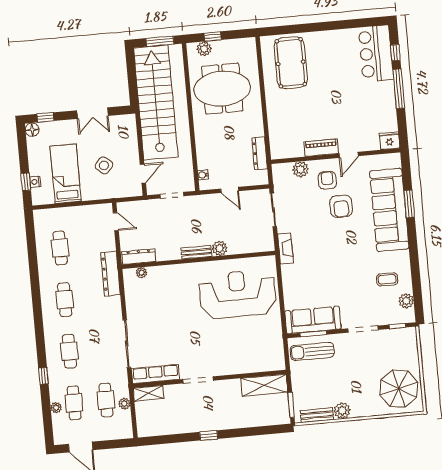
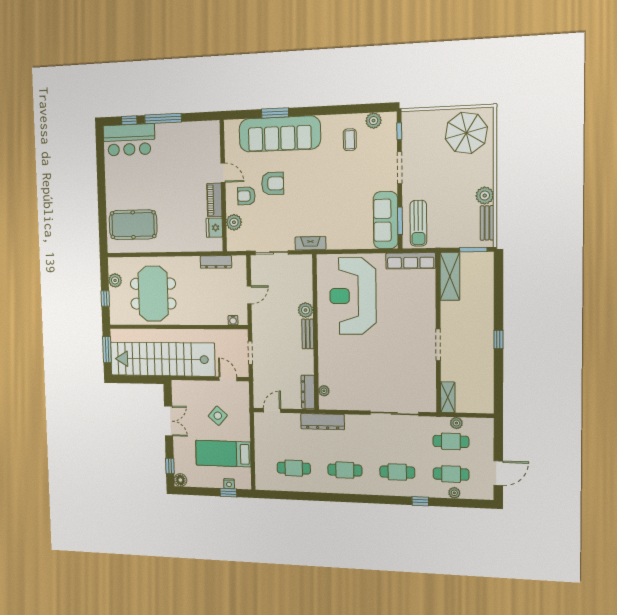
plant: (204, 49) -> (115, 280), moved
fridge: (390, 141) -> (214, 228), moved
row of seats: (155, 374) -> (411, 261), moved, turned -90

